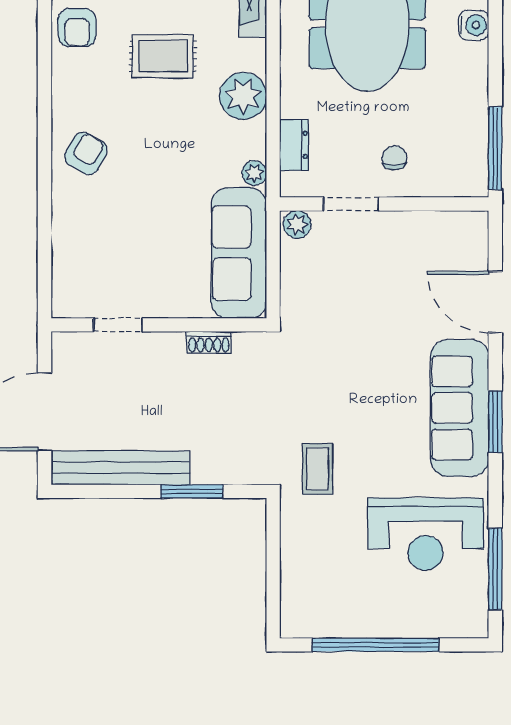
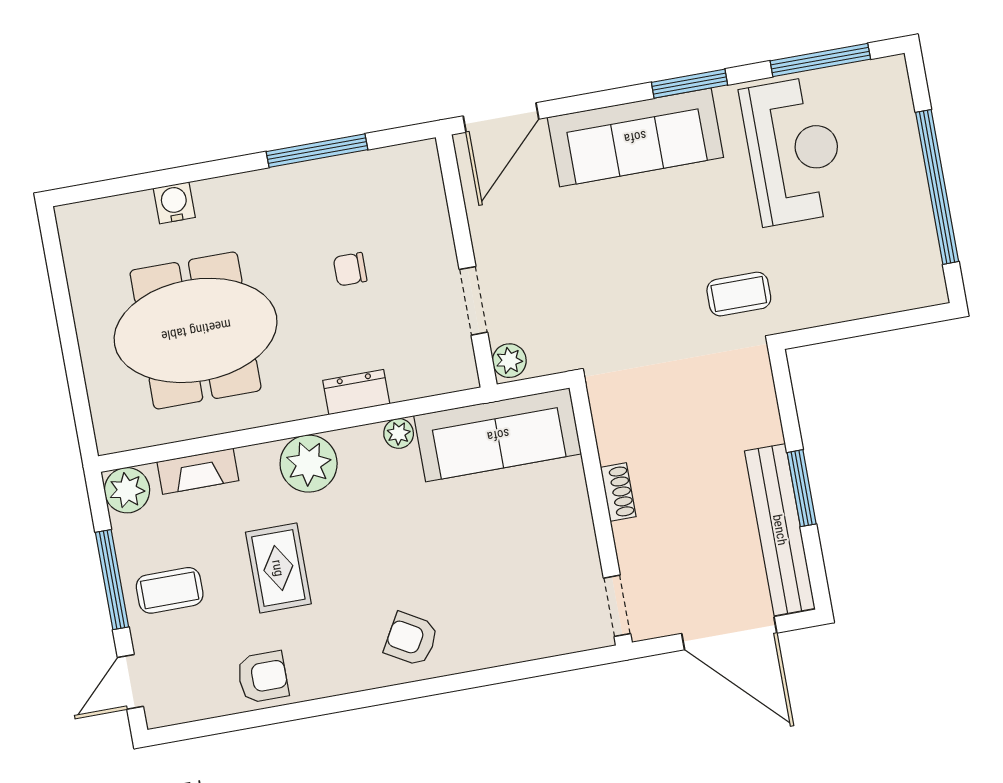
doorway: (351, 204) -> (473, 301), moved
wall: (384, 204) -> (466, 261), moved
plant: (297, 224) -> (509, 361), moved
doorway: (118, 325) -> (617, 606), moved
shoe rack: (209, 342) -> (618, 492), moved
window: (495, 422) -> (690, 84), moved
window: (192, 491) -> (802, 488), moved

